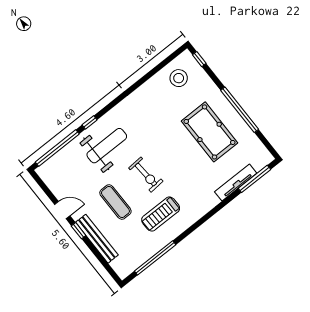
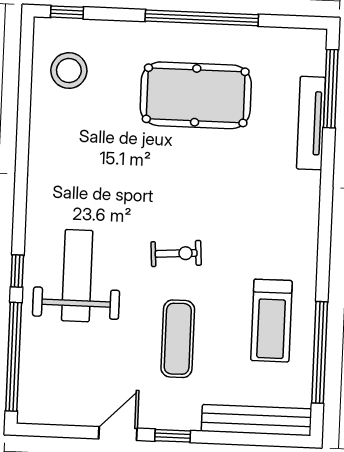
exercise bike: (146, 175) -> (176, 253), width x0.73, depth x0.72
exercise mat: (115, 202) -> (178, 339), turned 90
treadmill: (161, 214) -> (271, 321), moved
bench: (97, 239) -> (257, 420), moved

